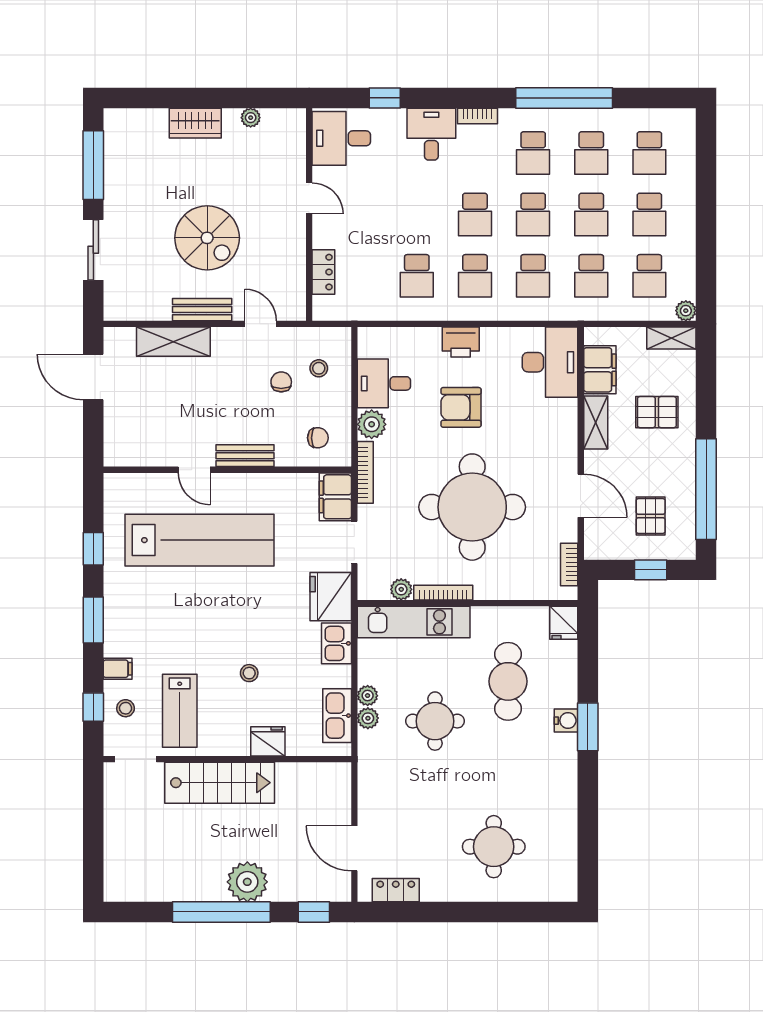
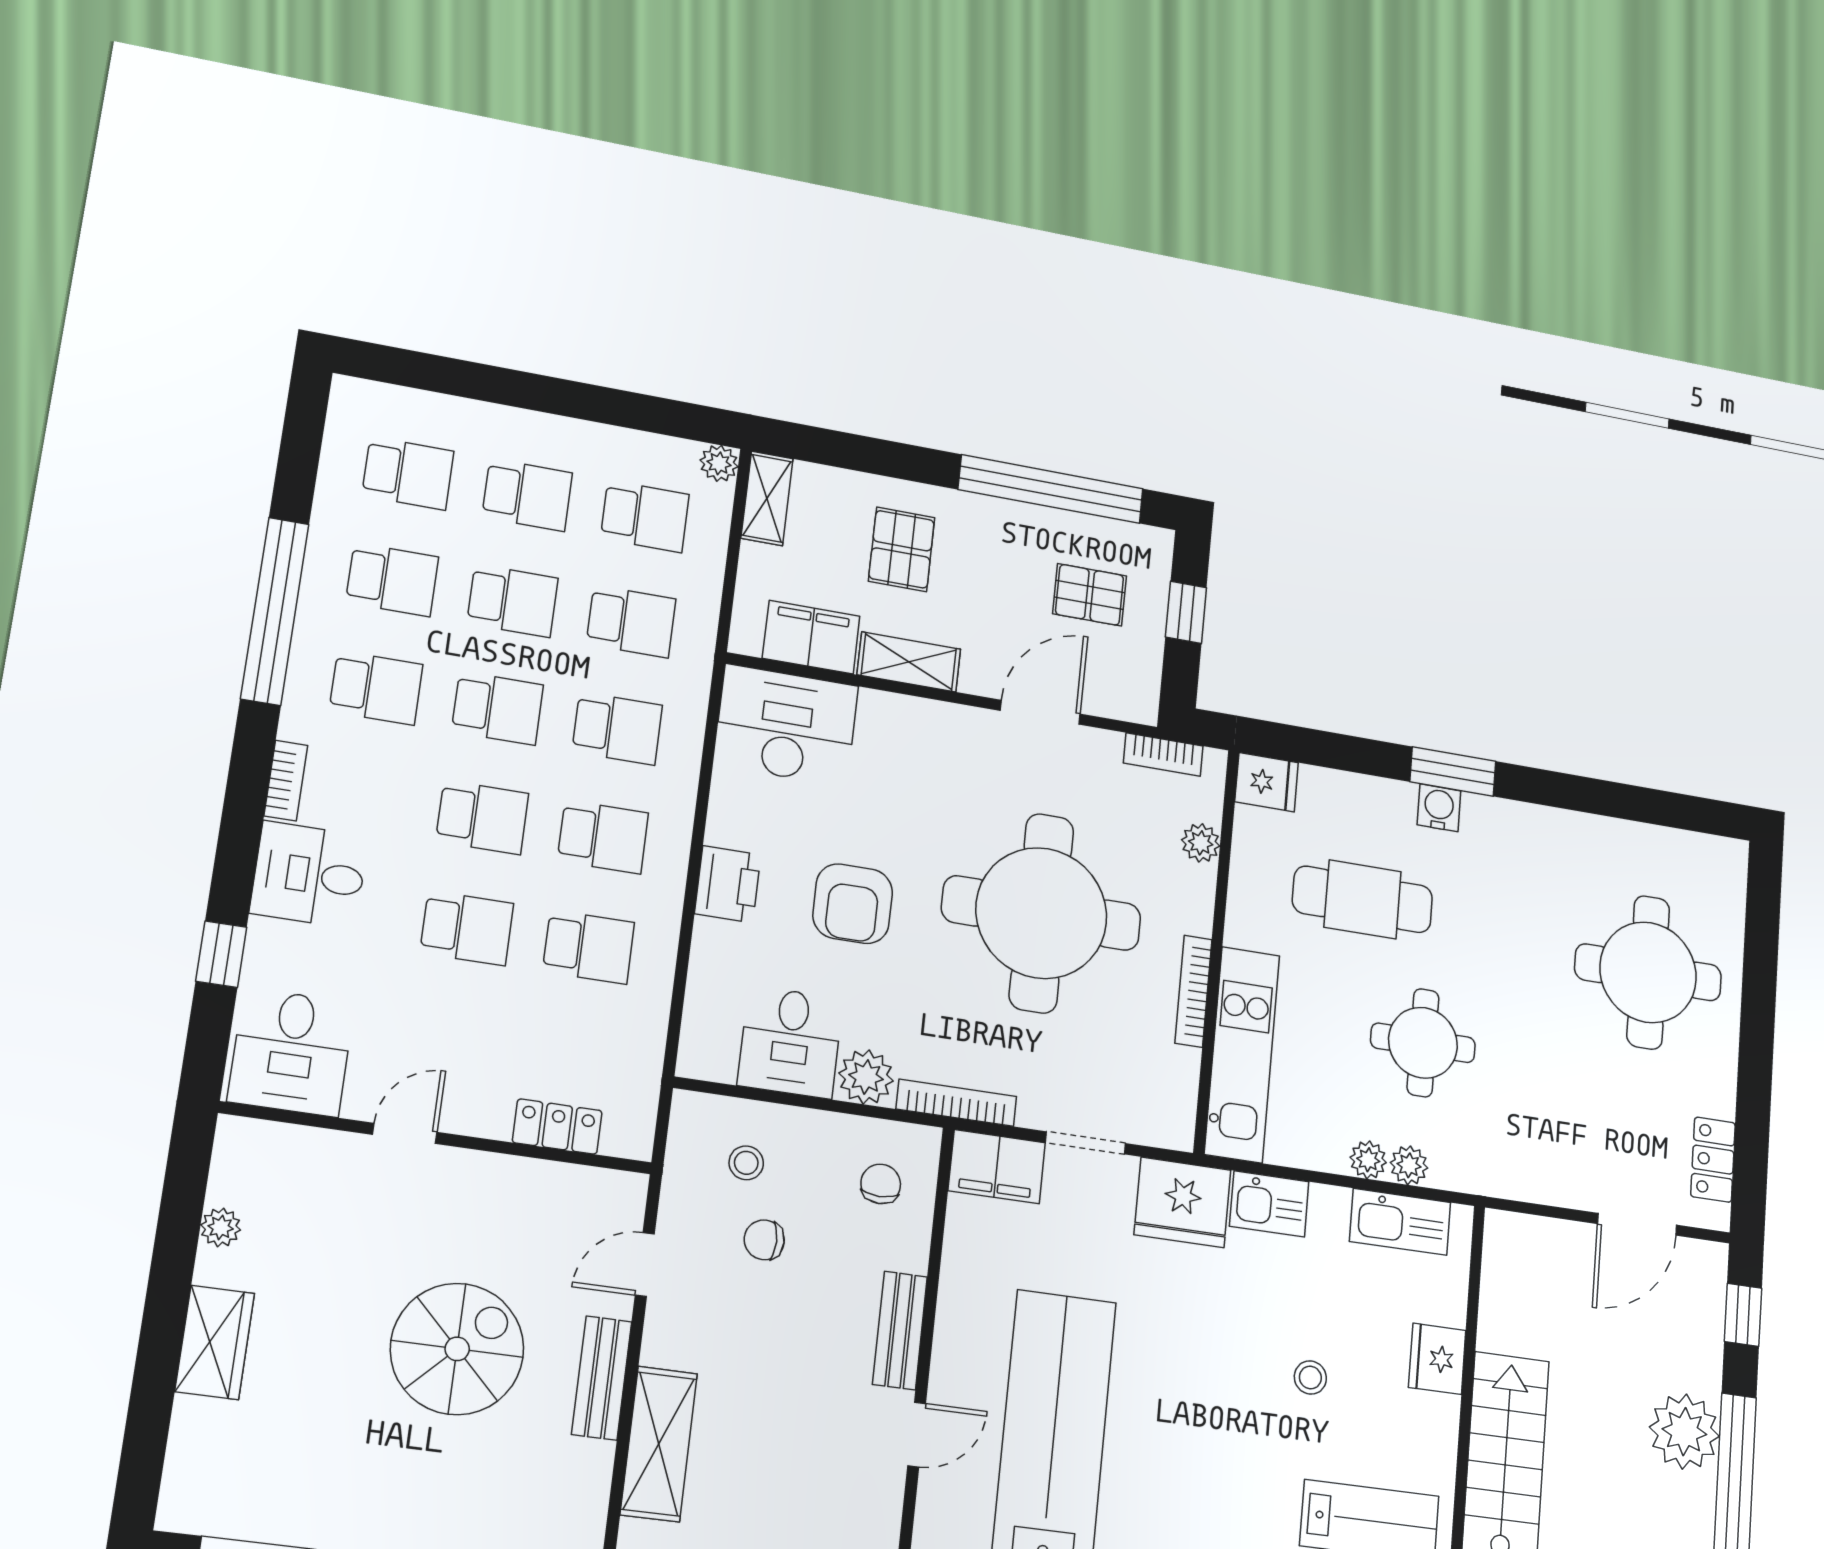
school desk: (417, 214) -> (467, 928), added
plant: (401, 589) -> (1201, 843), moved
round table: (494, 847) -> (1648, 972), width x1.36, depth x1.36

